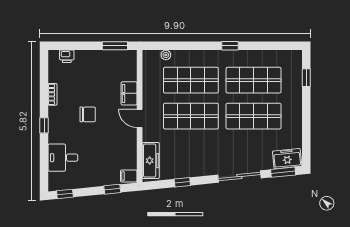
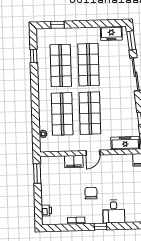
window: (230, 46) -> (34, 56), moved
desk: (63, 158) -> (114, 211), moved
freezer: (287, 159) -> (111, 33), moved, turned -84

